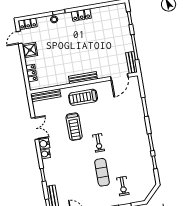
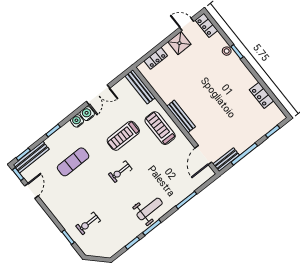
locker: (81, 15) -> (262, 95), moved
door: (119, 77) -> (203, 155), hinge flipped
weight bench: (137, 137) -> (150, 209), added
exercise mat: (102, 172) -> (73, 162), moved

